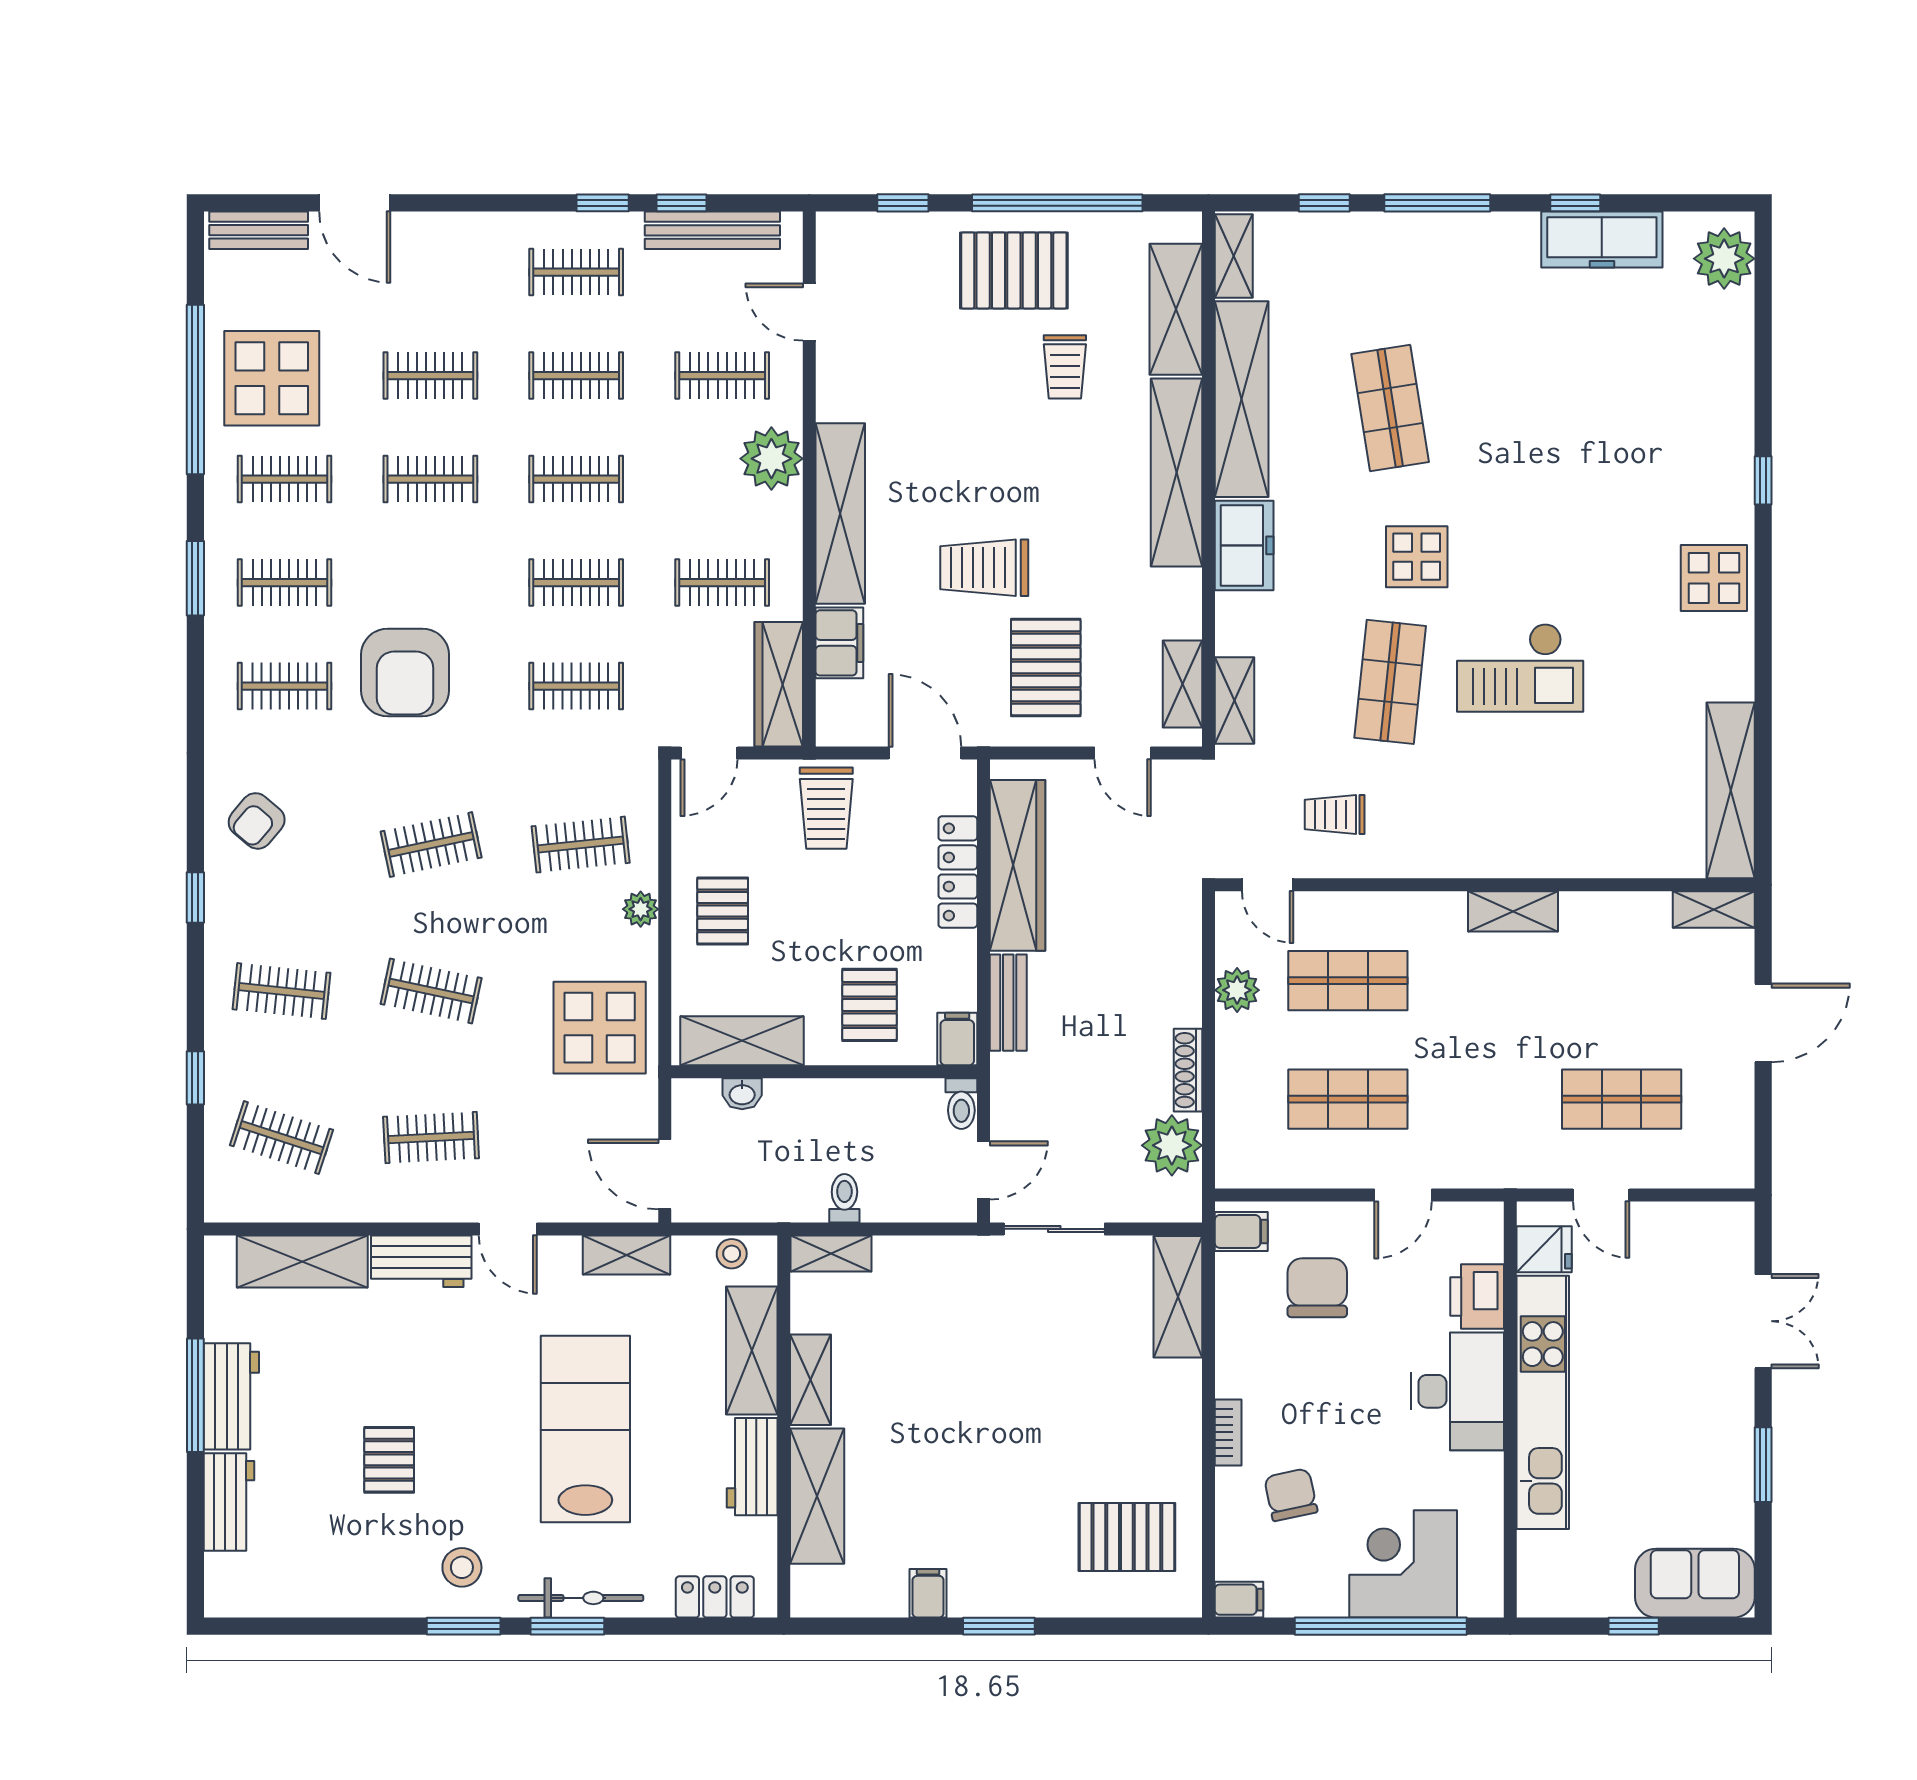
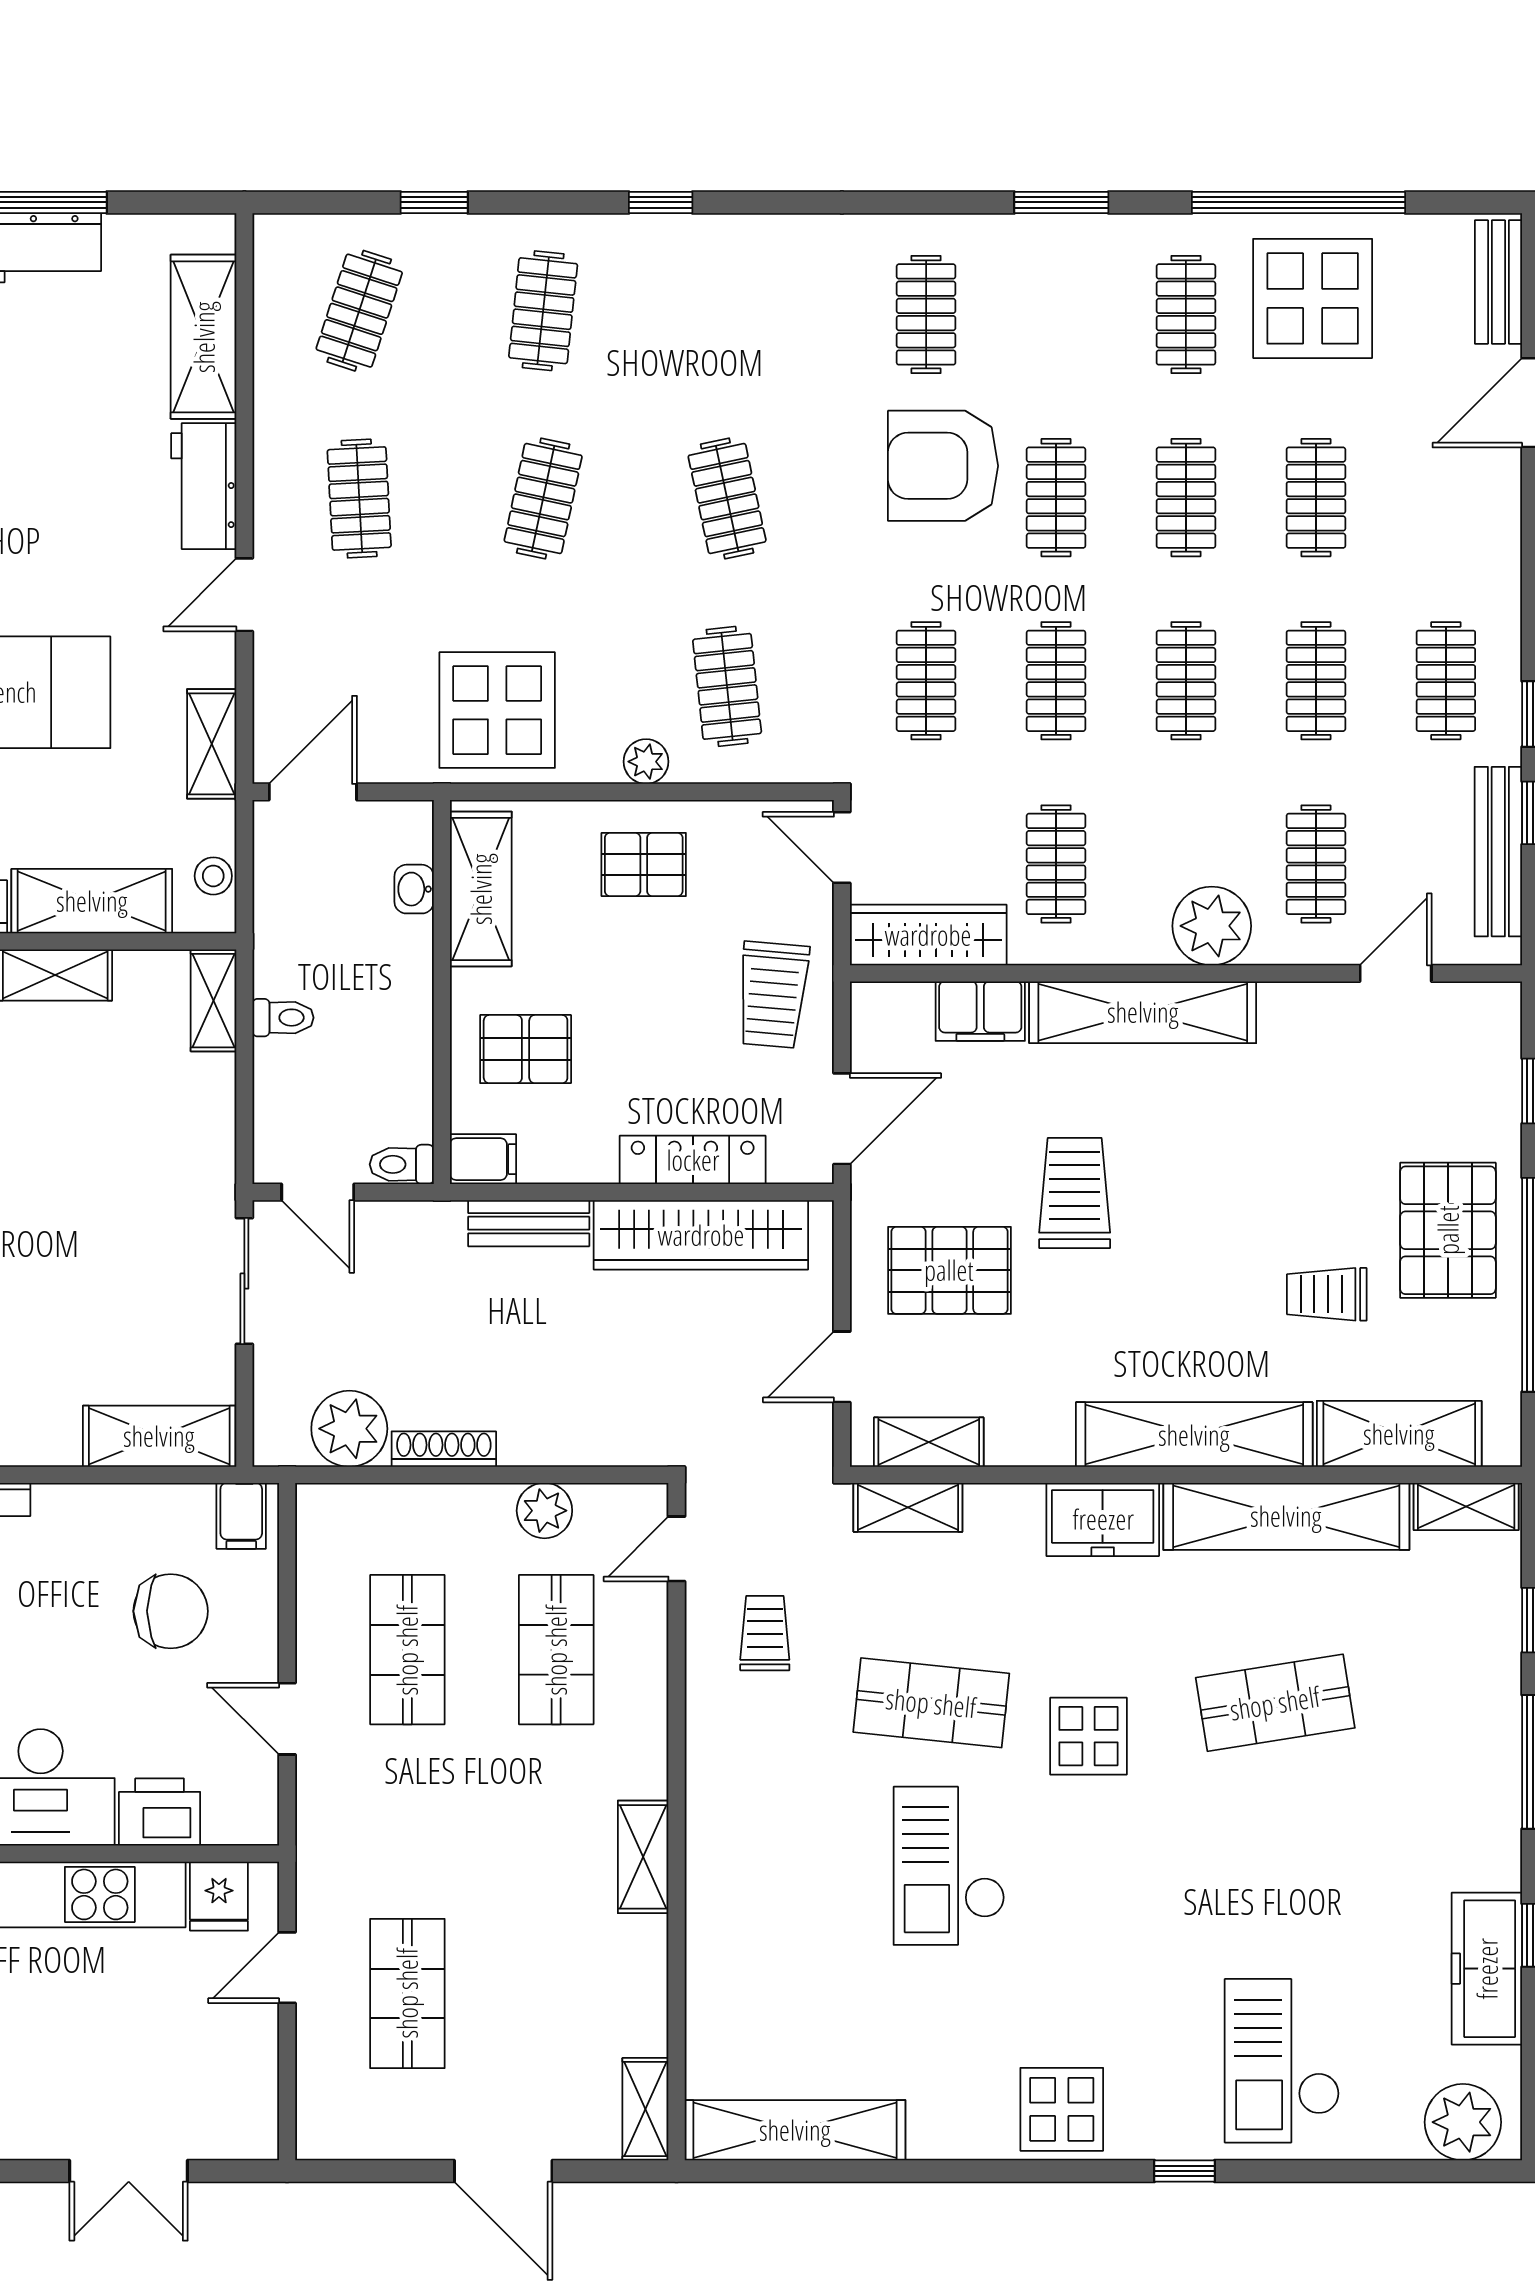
checkout: (1675, 403) -> (1282, 2061), added
clothes rail: (285, 583) -> (1056, 498), moved
trolley: (826, 808) -> (773, 995), turned -85
armchair: (257, 821) -> (757, 279), removed

